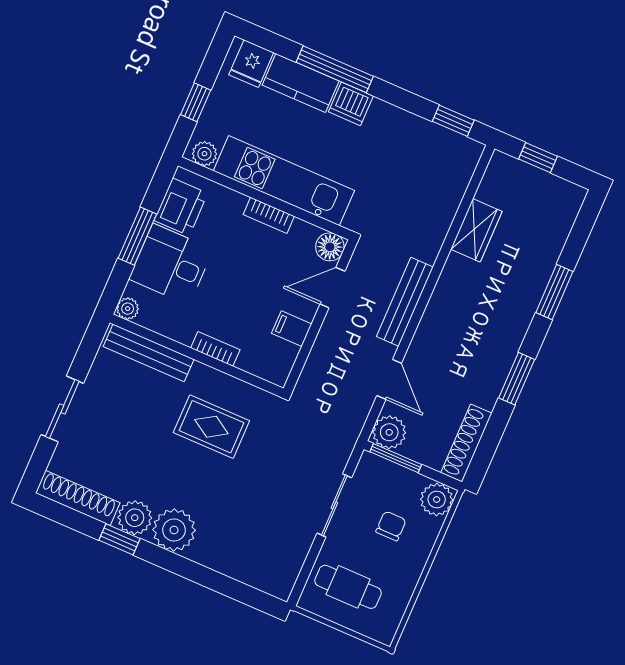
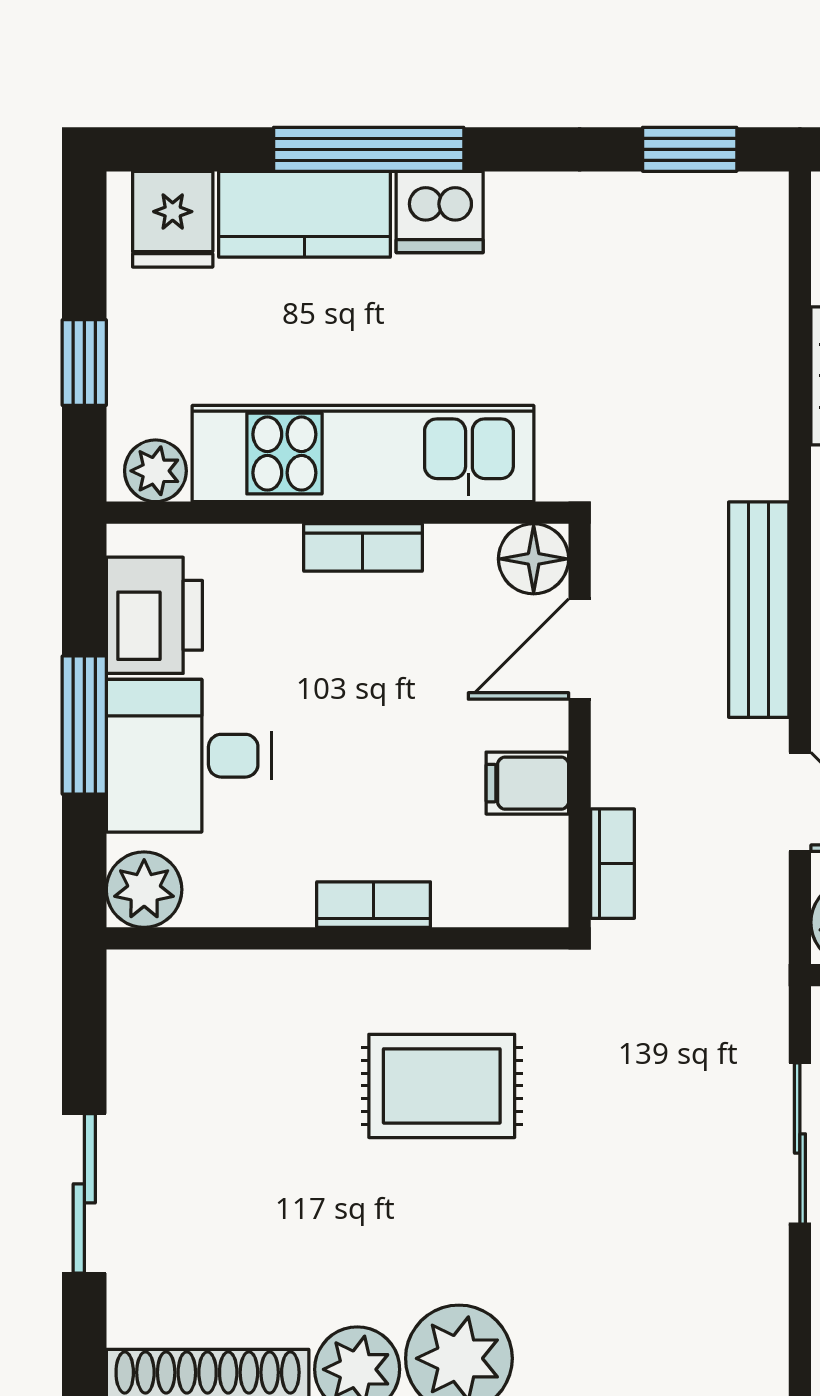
plant: (128, 309) -> (144, 890), width x1.38, depth x1.38
bench: (149, 353) -> (226, 980), removed
bookcase: (310, 372) -> (613, 864), added

